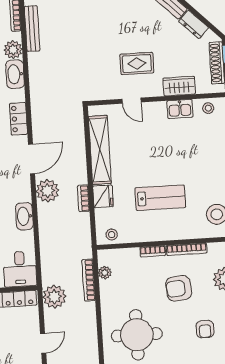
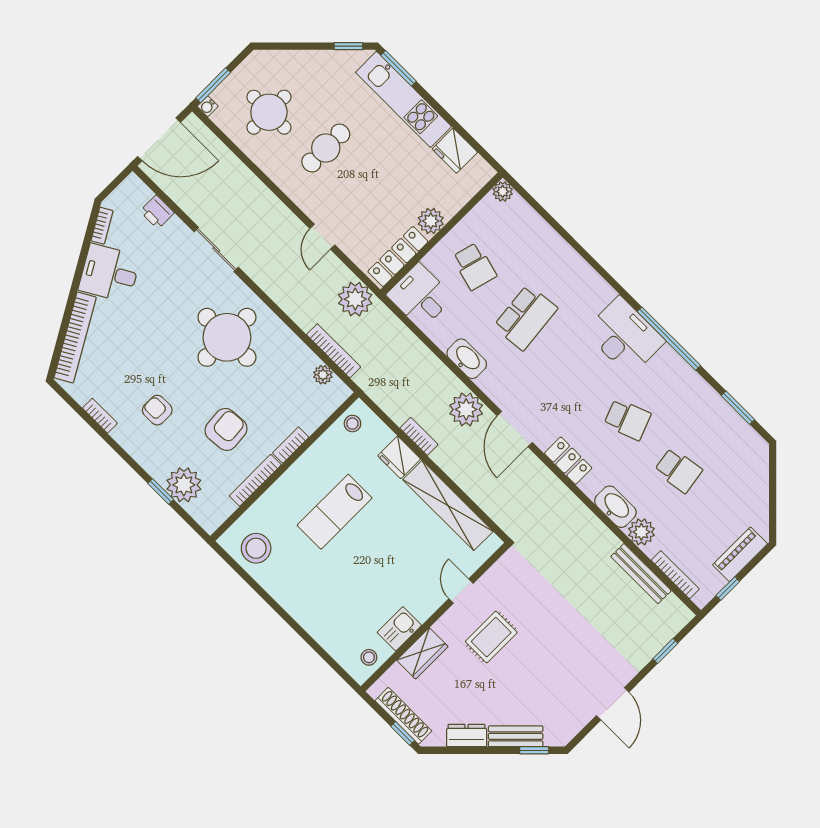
door: (132, 101) -> (461, 591), hinge flipped

